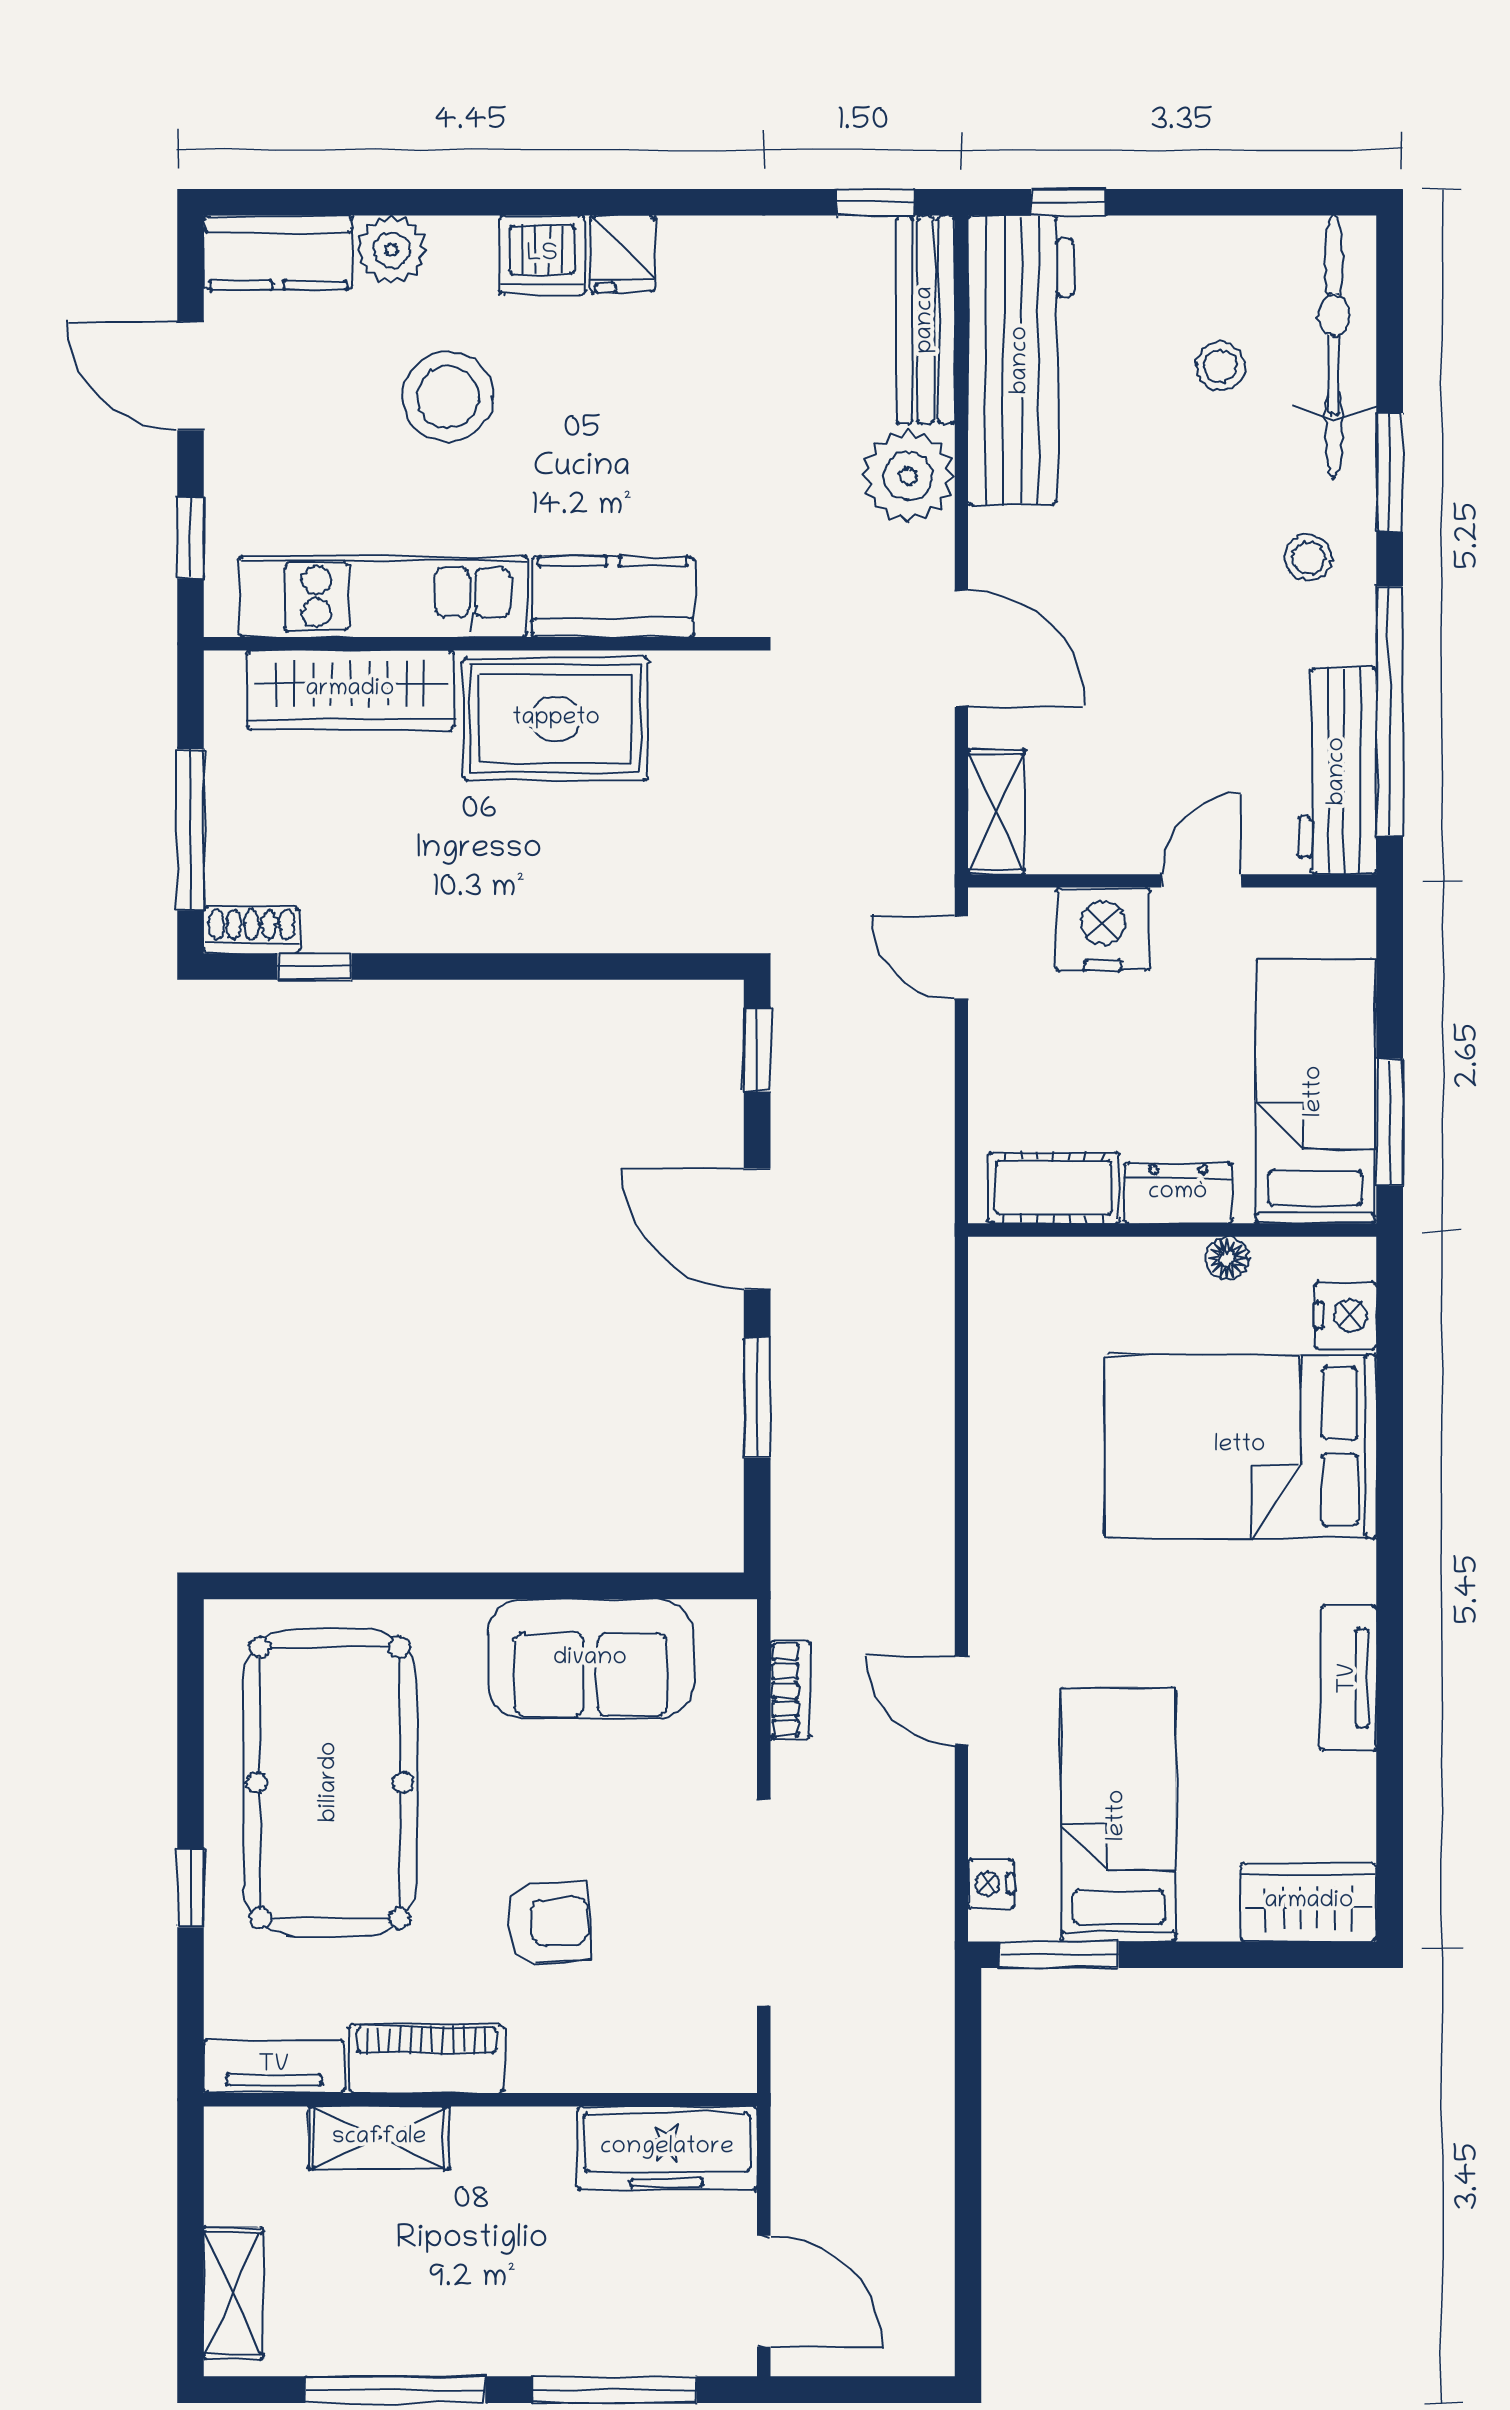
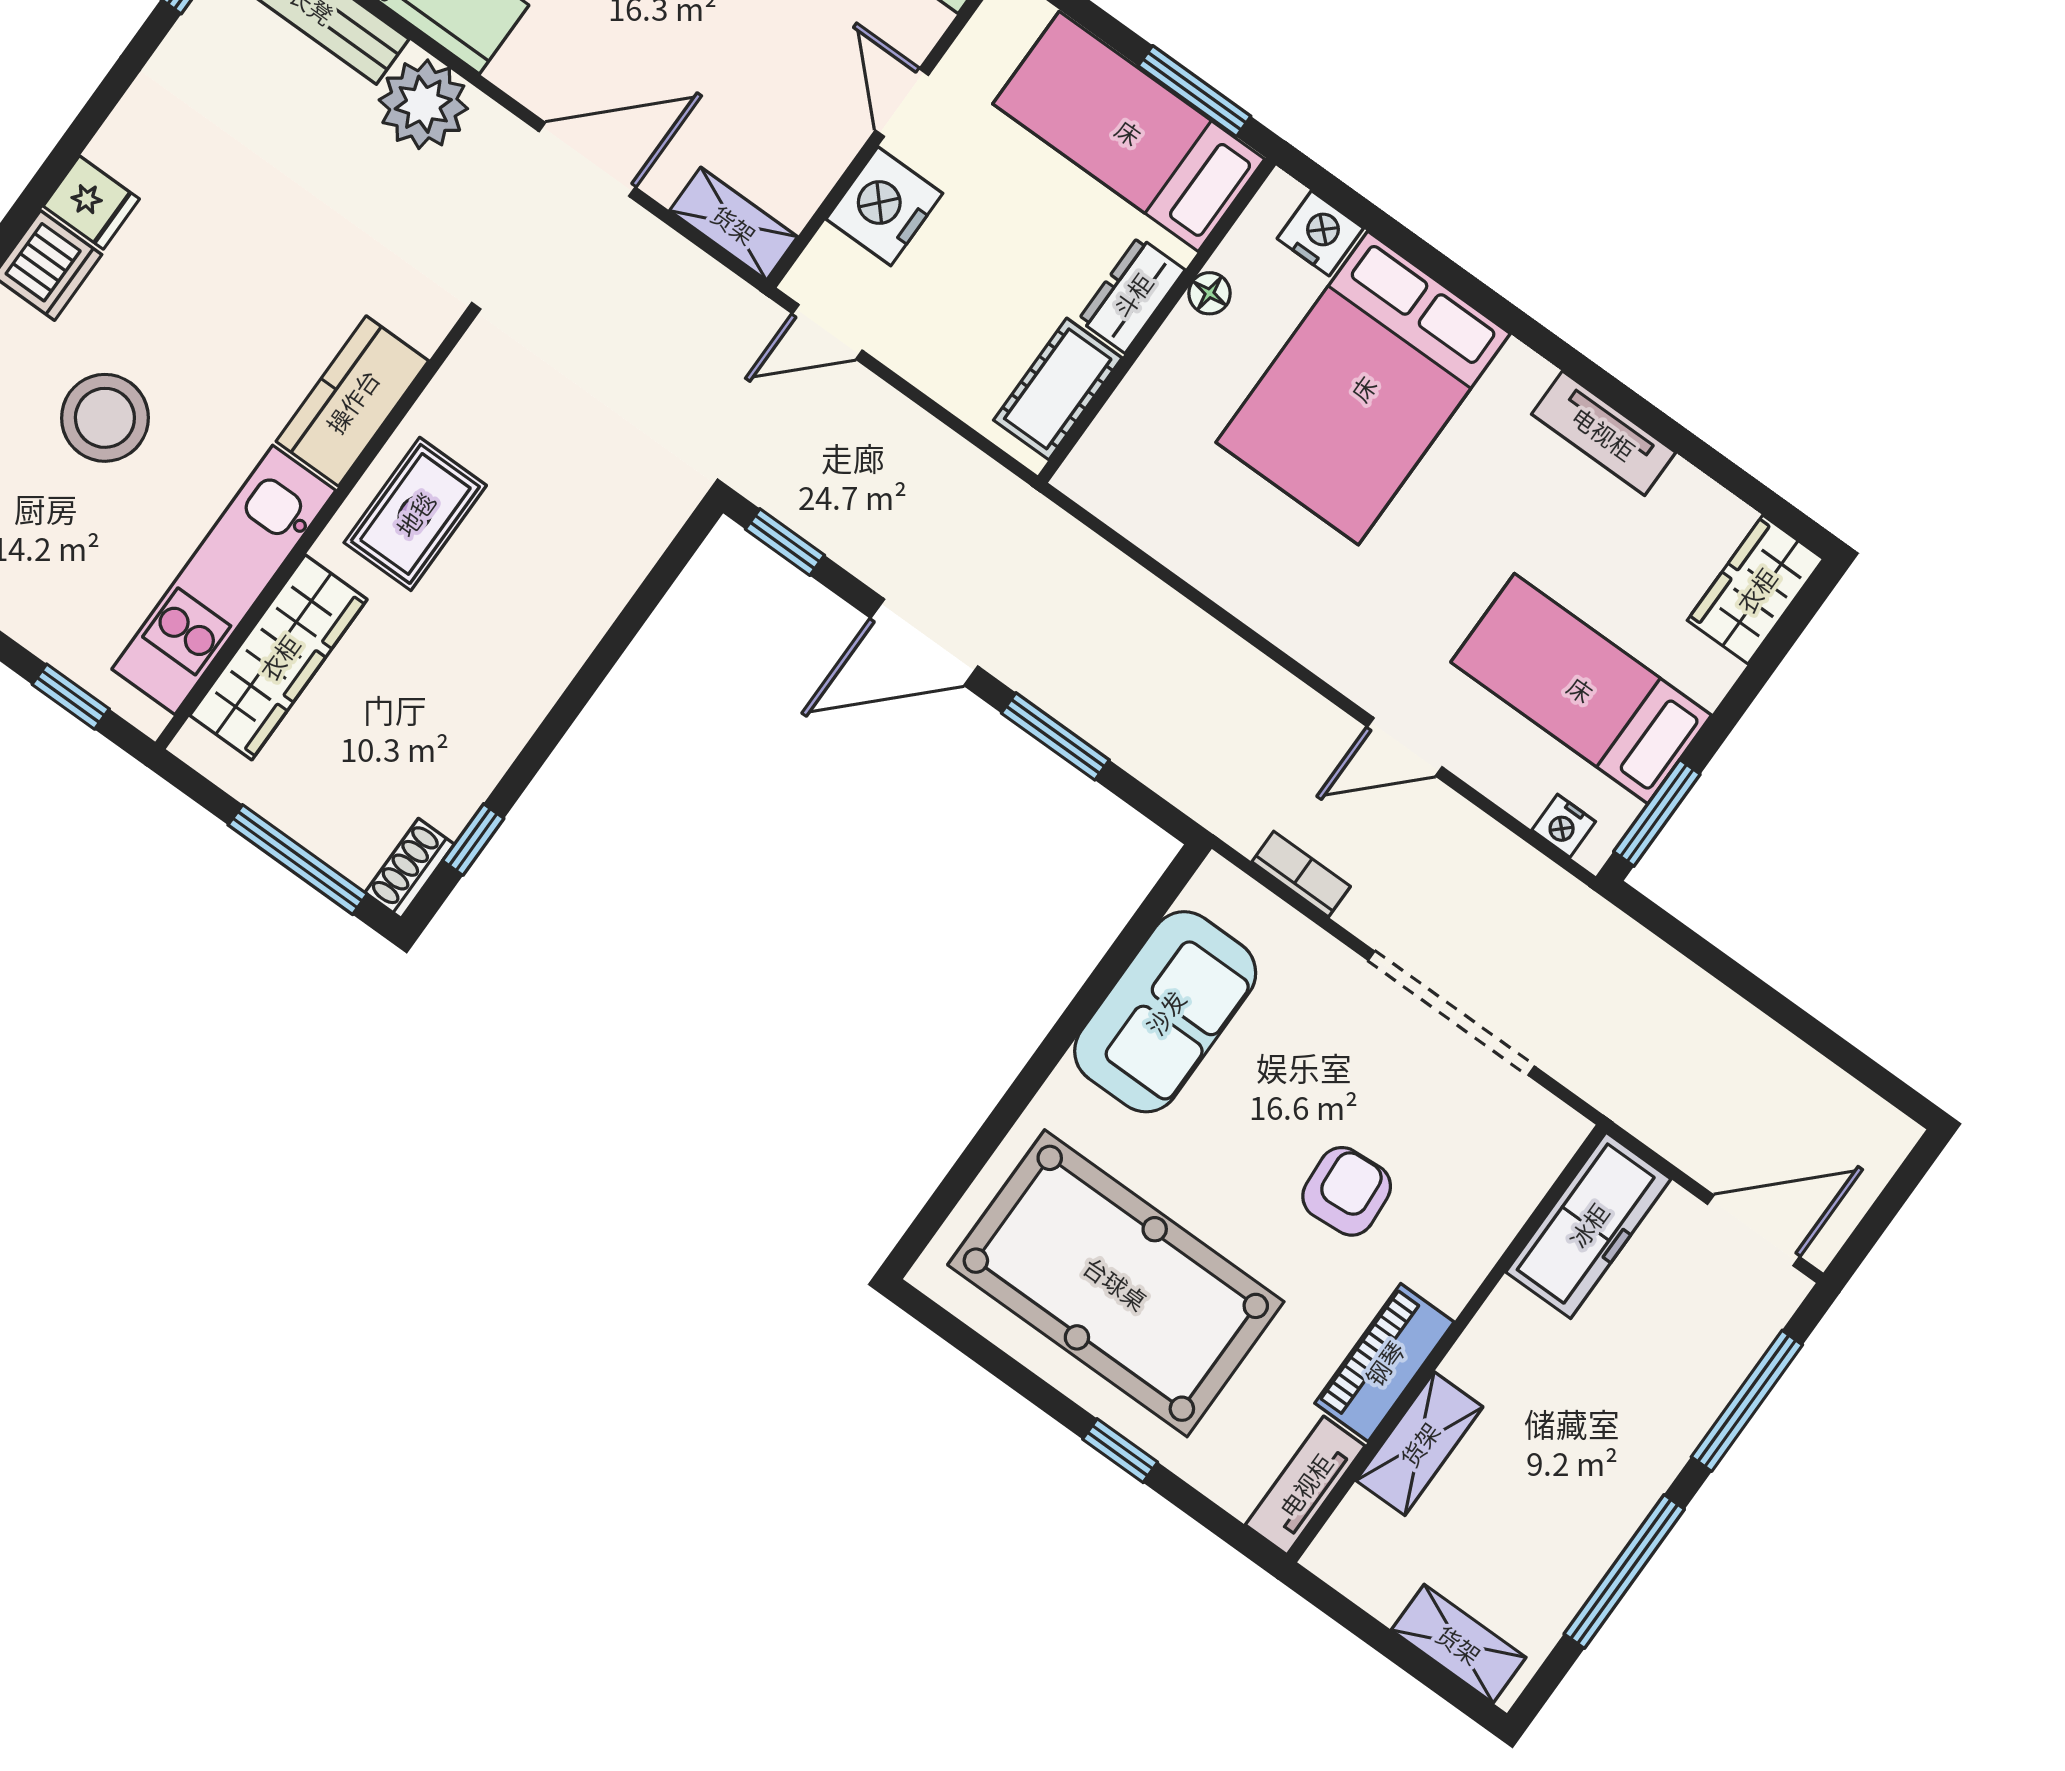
rug: (556, 719) -> (415, 514), width x0.73, depth x0.70

